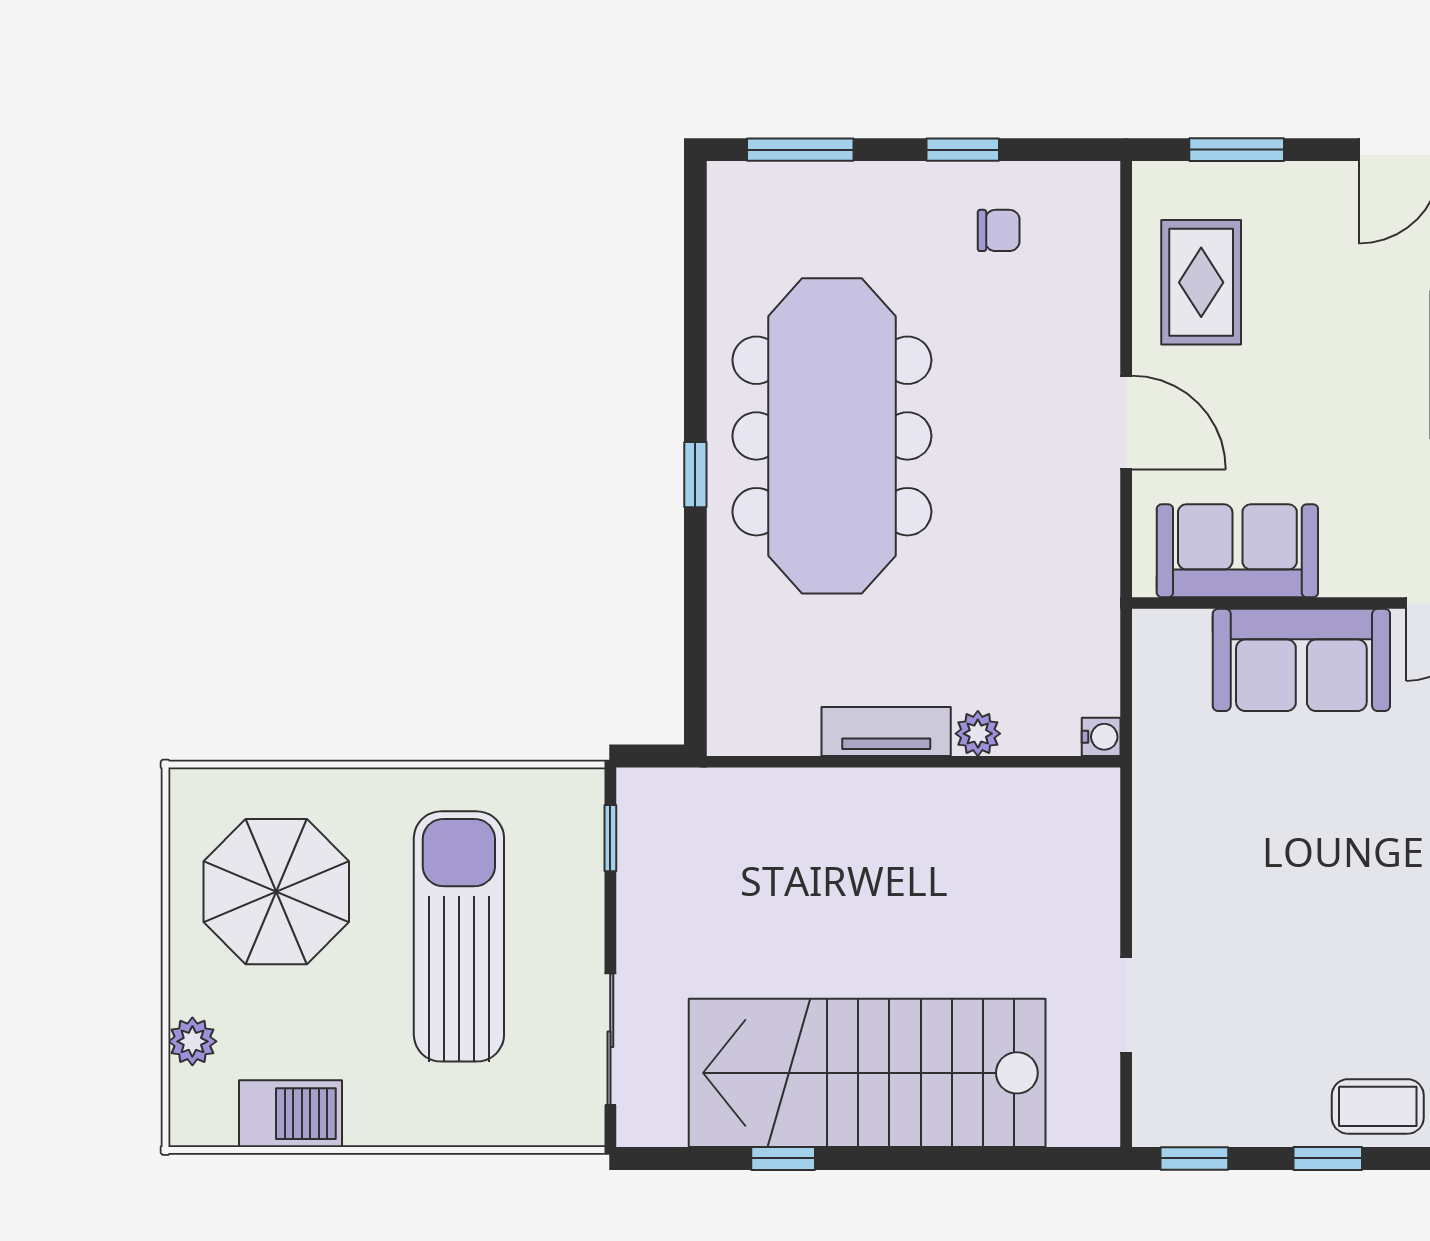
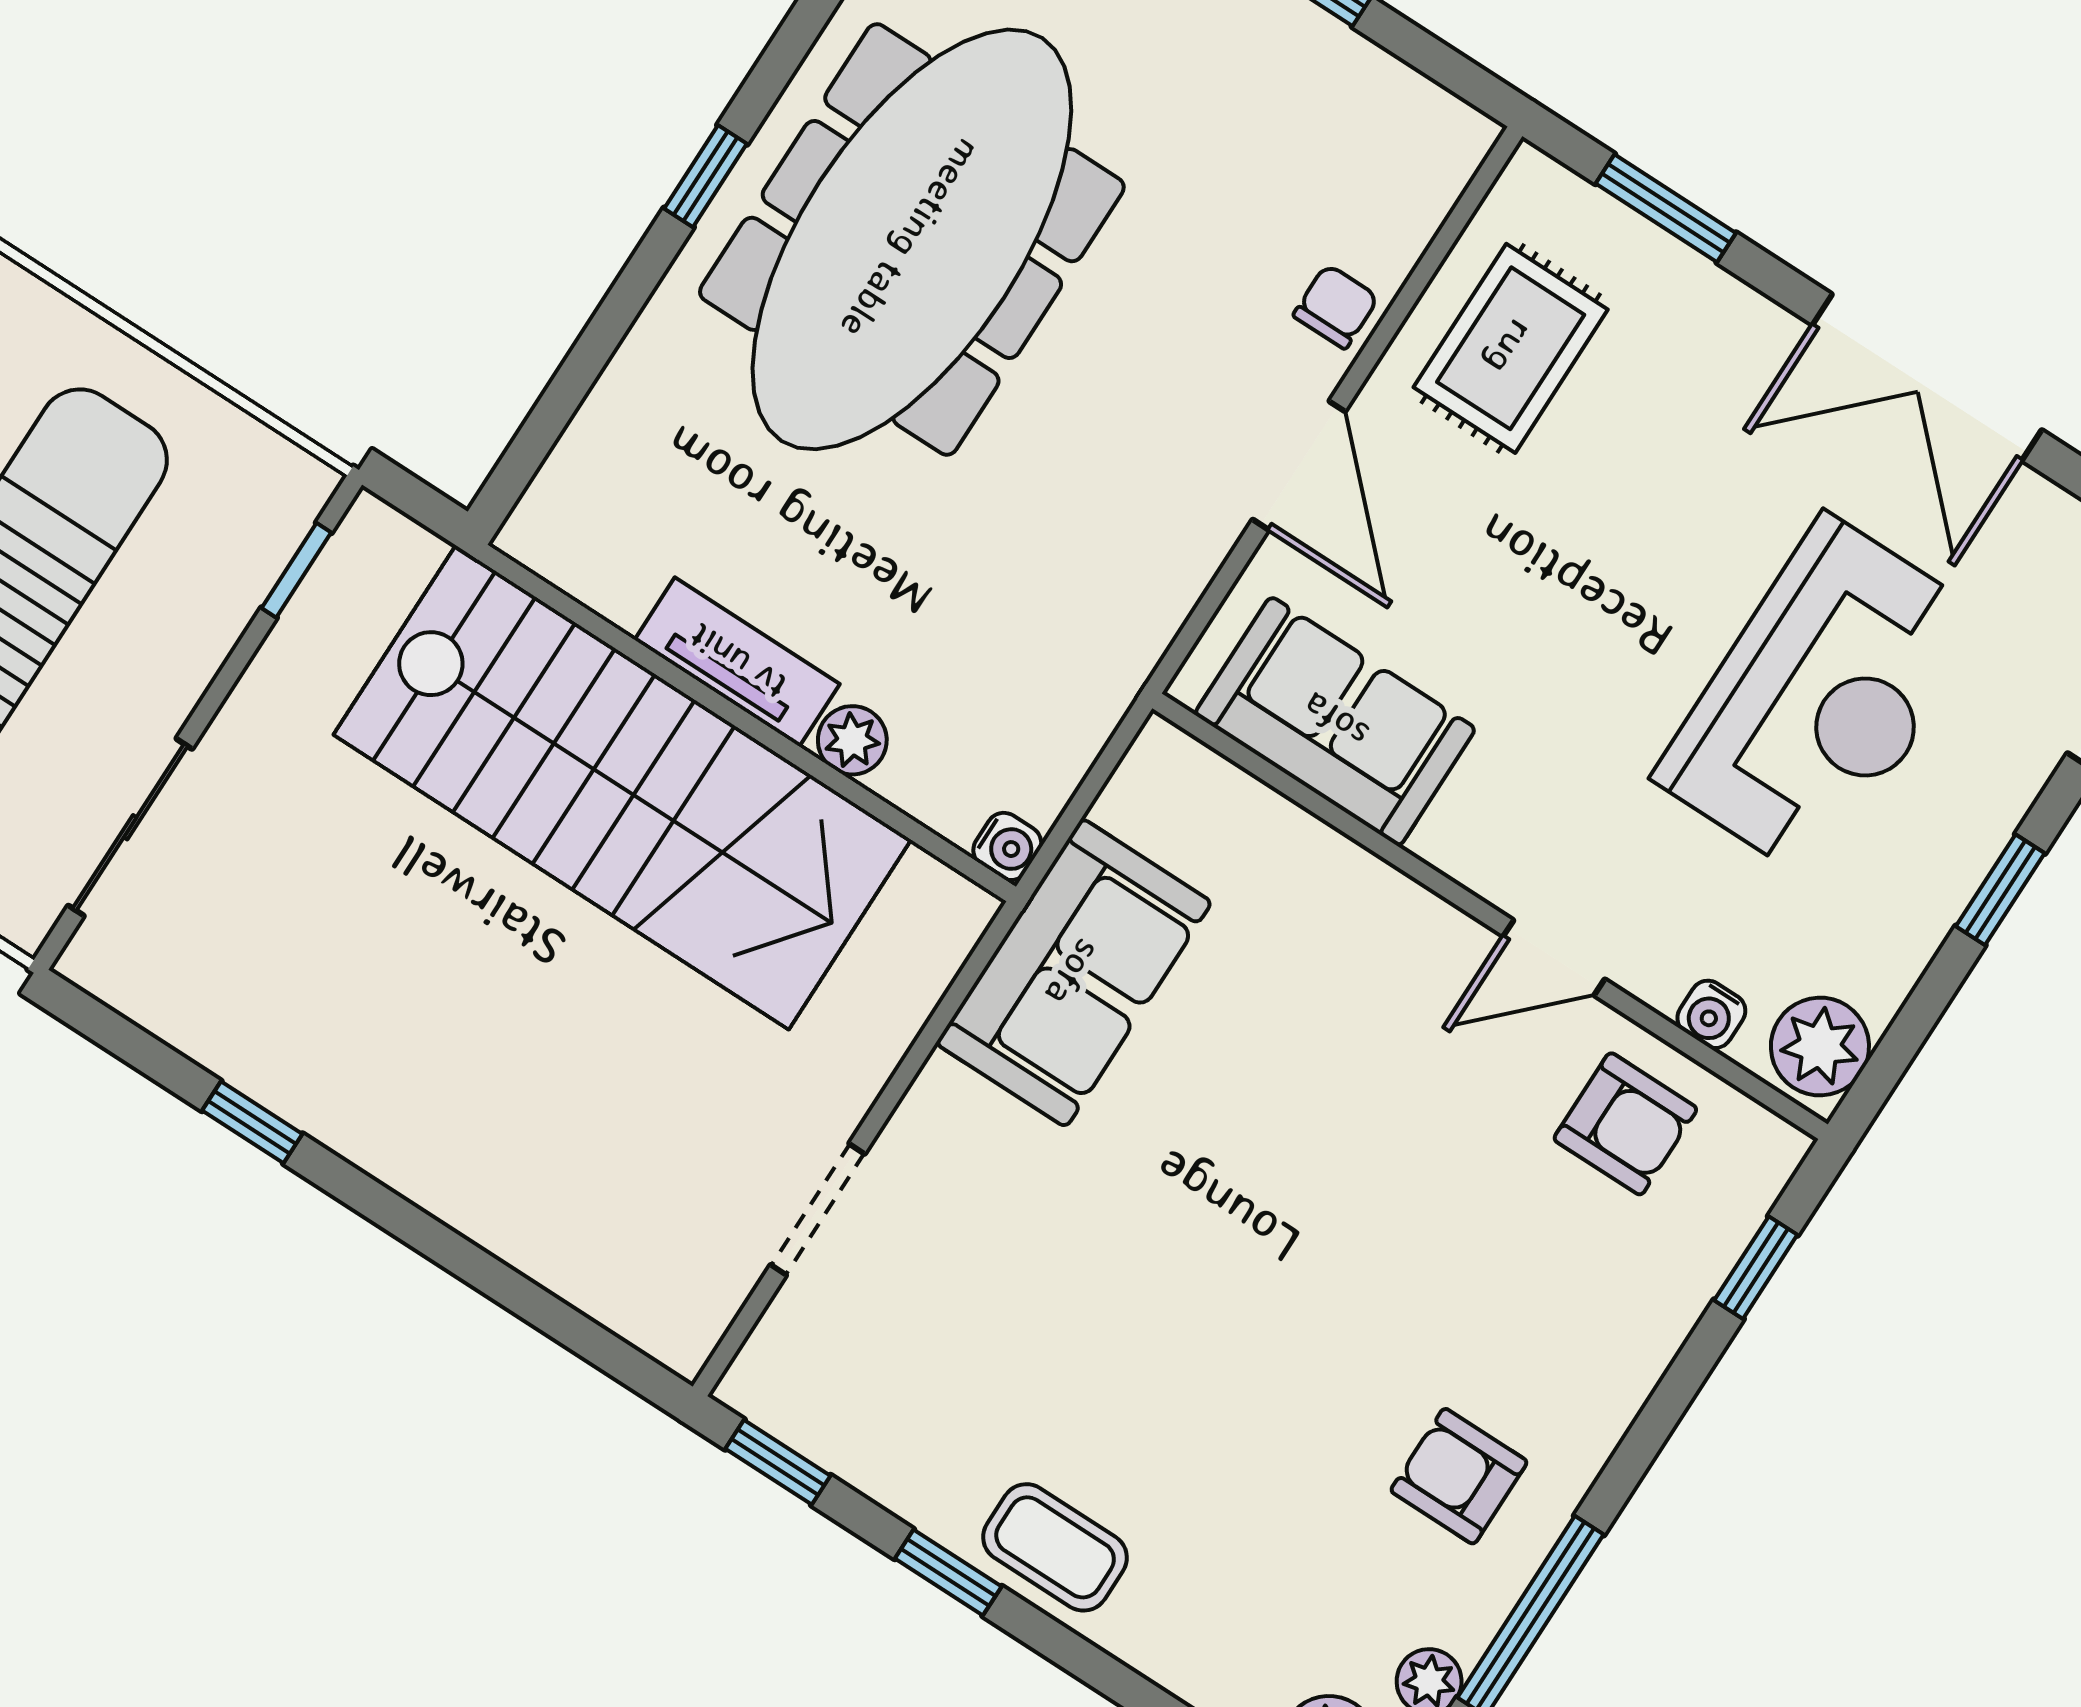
chair: (999, 230) -> (1336, 307), moved, turned -90
sofa: (1301, 660) -> (1074, 973), moved, turned -90
stairs: (867, 1073) -> (622, 787), moved, turned 180

